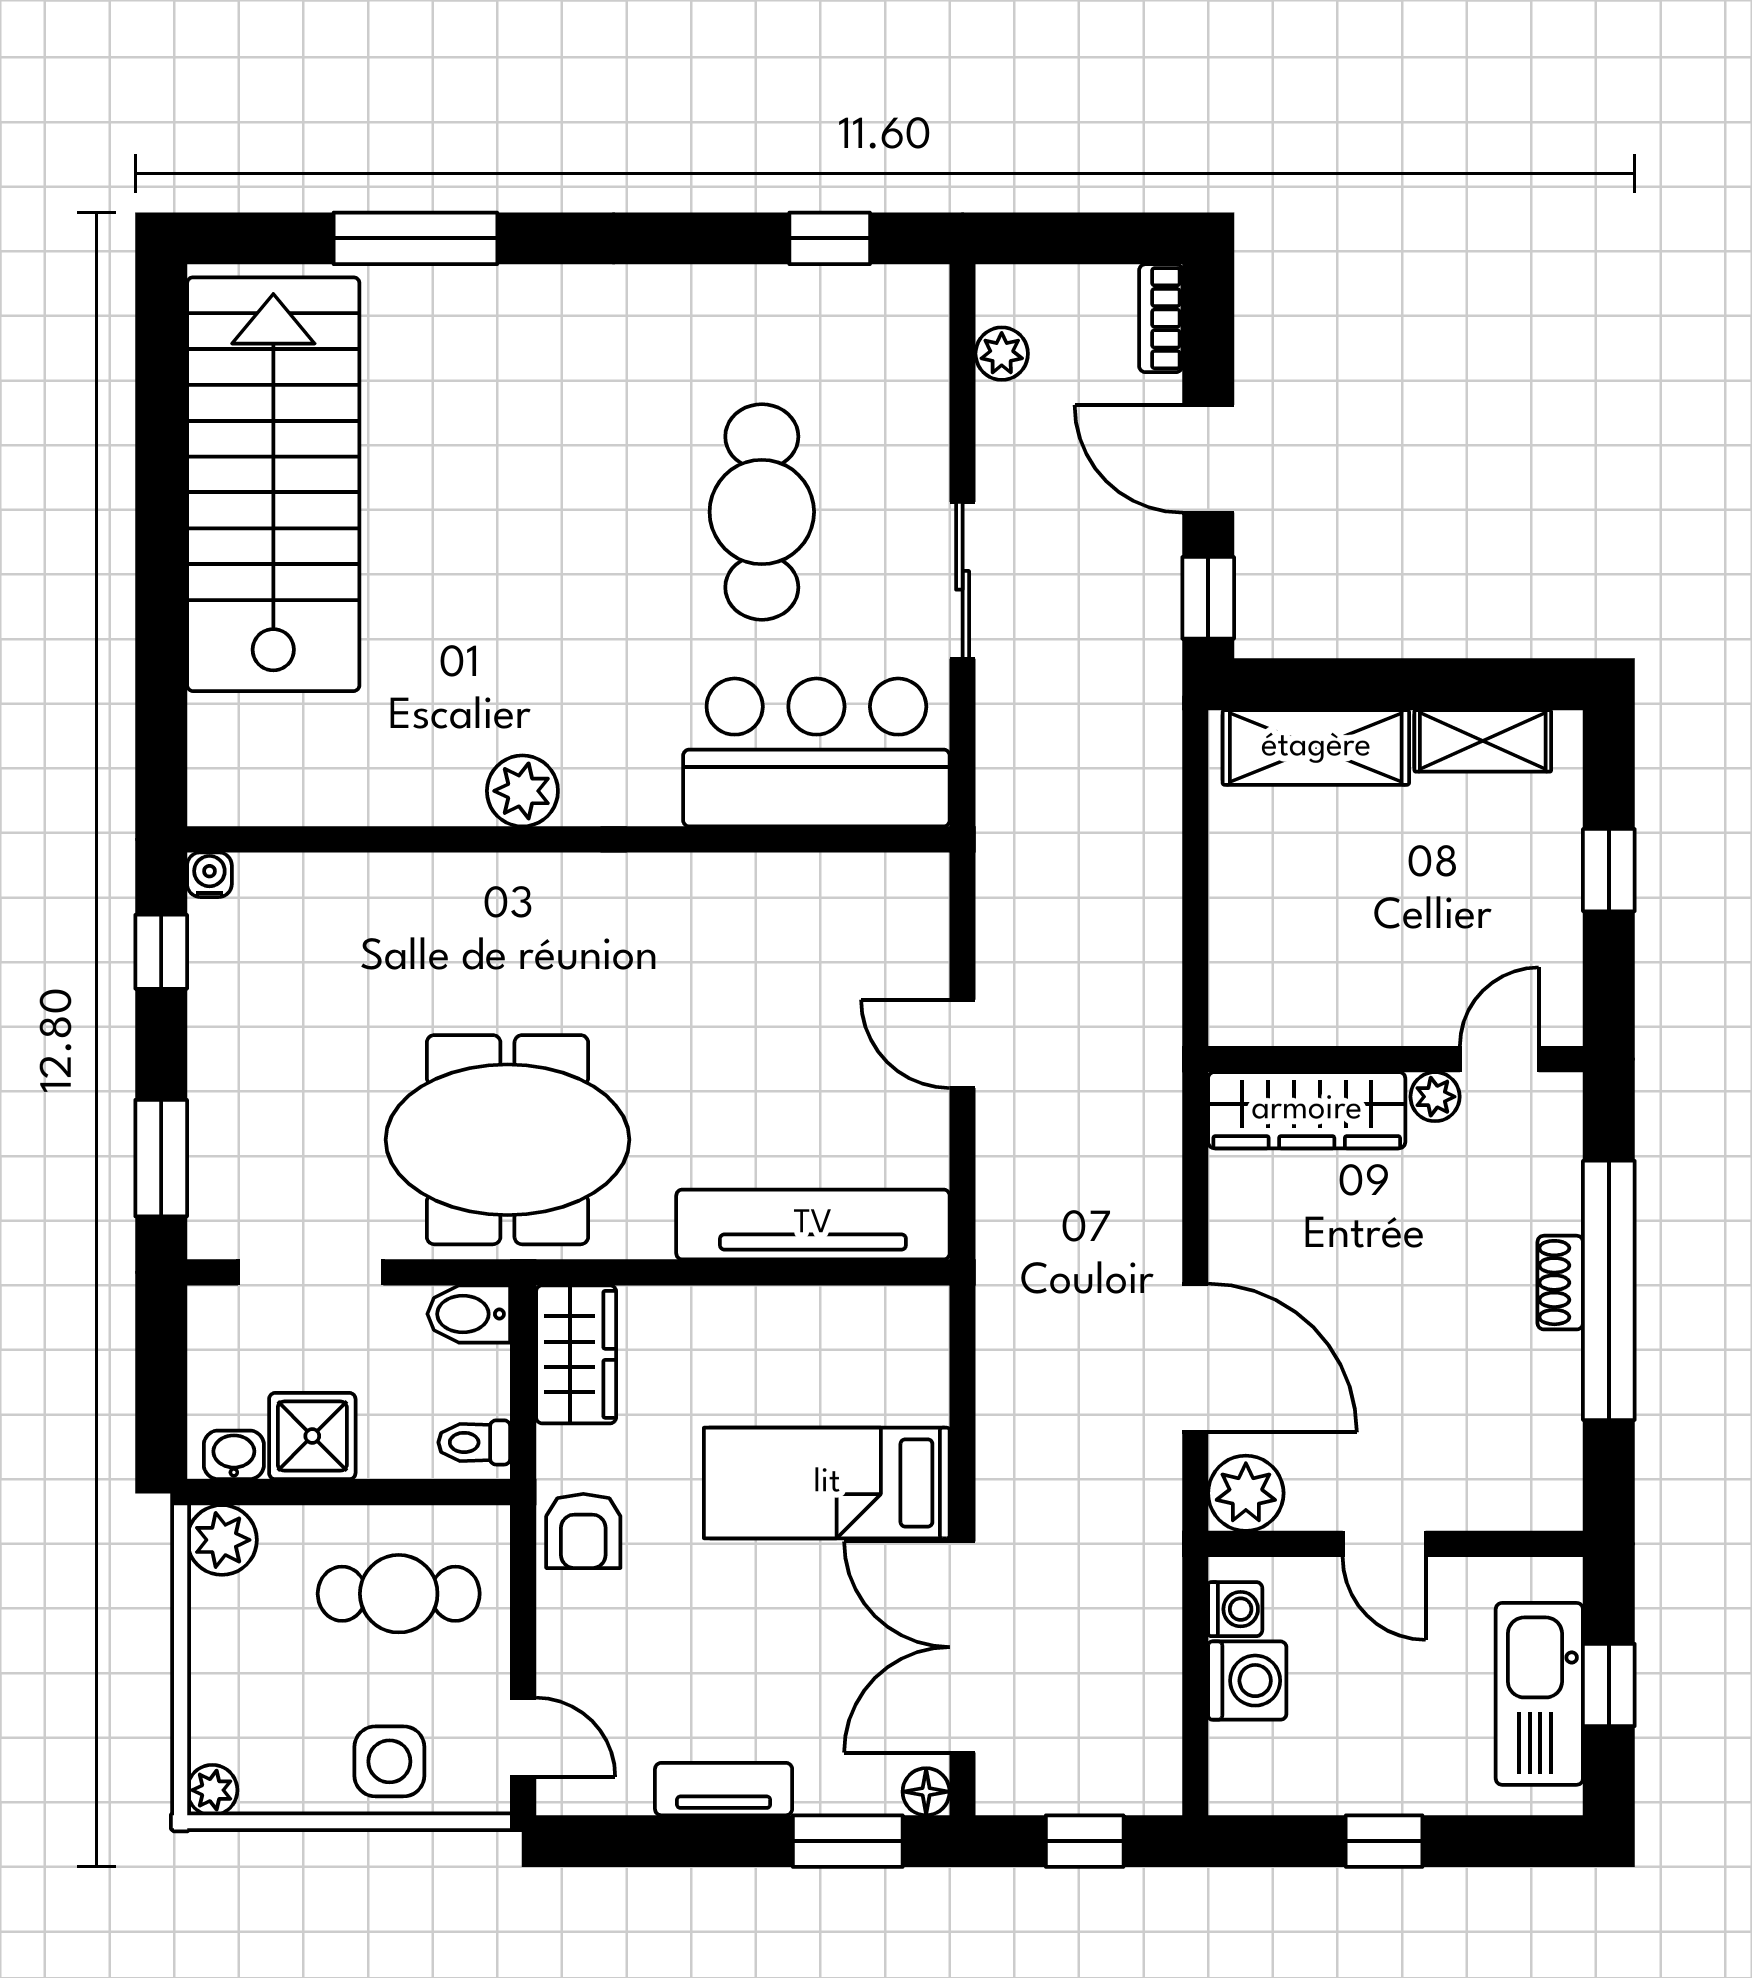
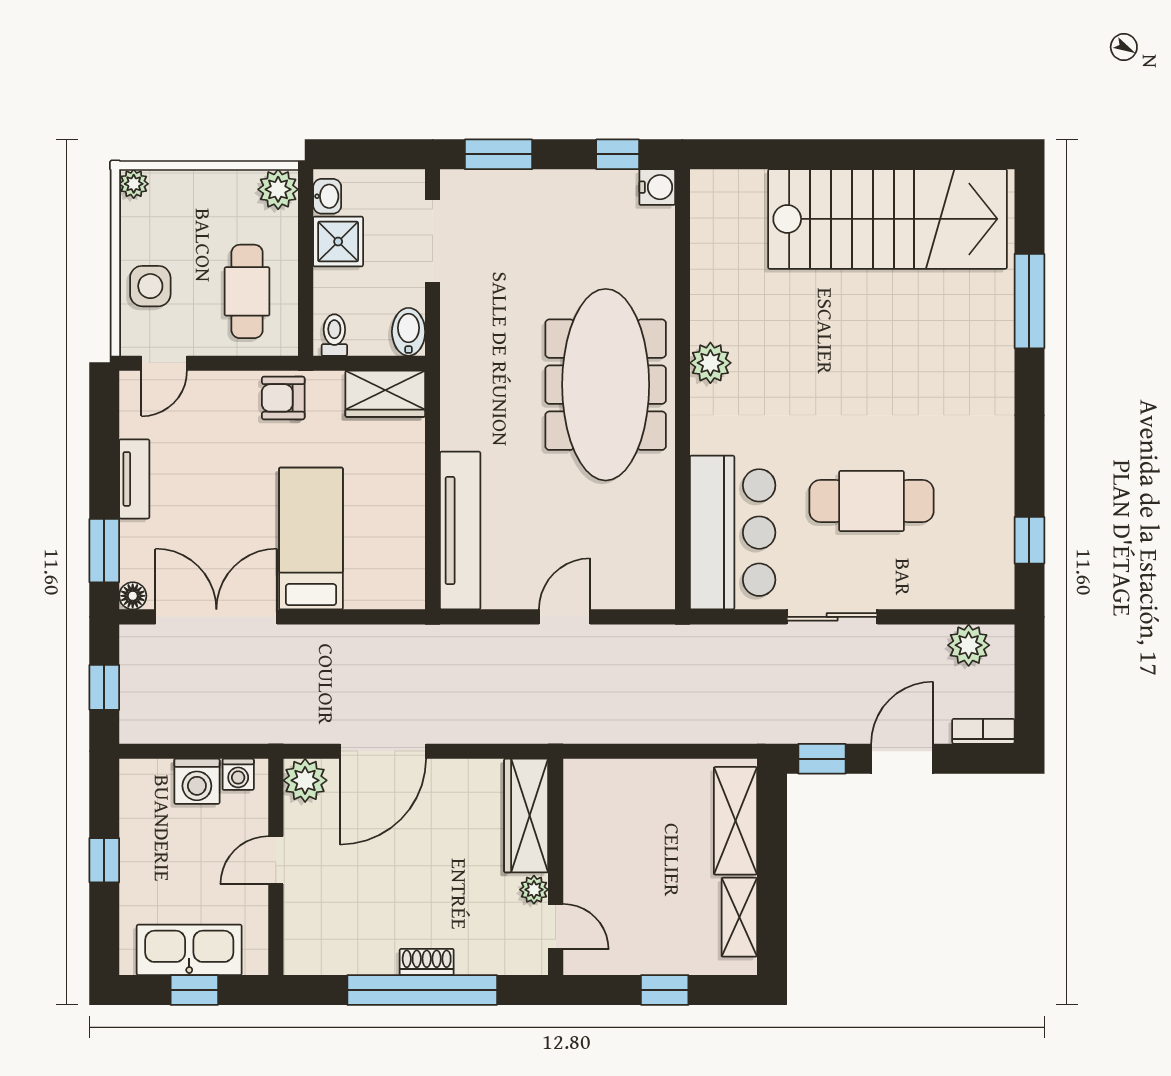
plant: (1002, 354) -> (969, 645), width x1.38, depth x1.38
water cooler: (209, 875) -> (657, 187), width x1.38, depth x1.38
meeting table: (507, 1140) -> (606, 385), moved, width x1.36

